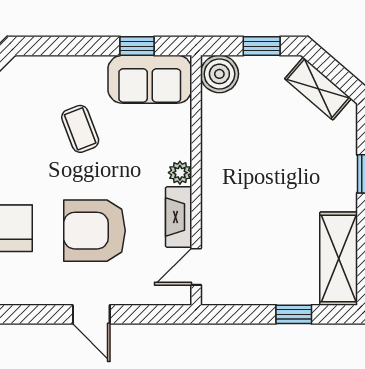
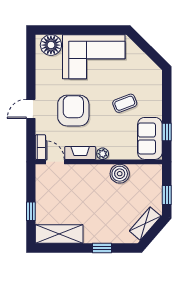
boiler: (219, 74) -> (120, 174), moved
bookcase: (167, 296) -> (40, 147), added

